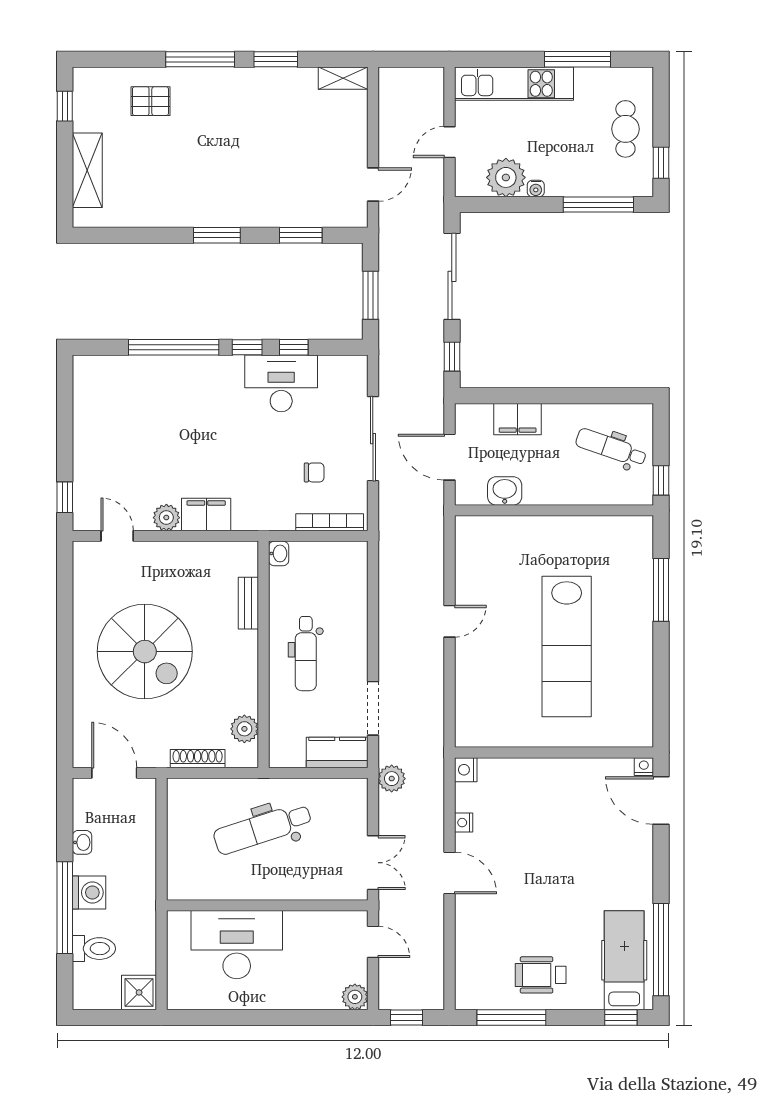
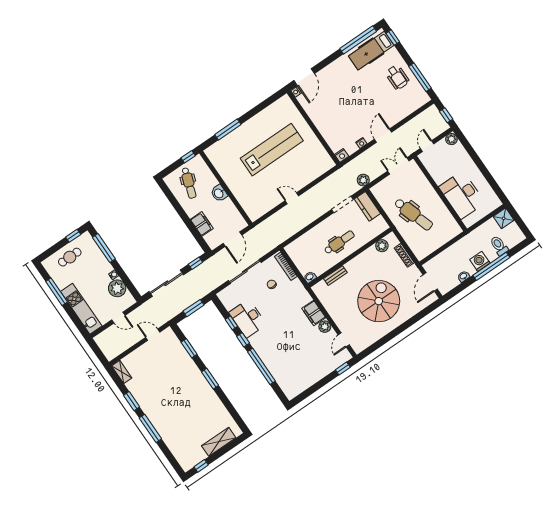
pallet: (150, 101) -> (178, 436), removed
washbasin: (505, 491) -> (219, 193), moved

